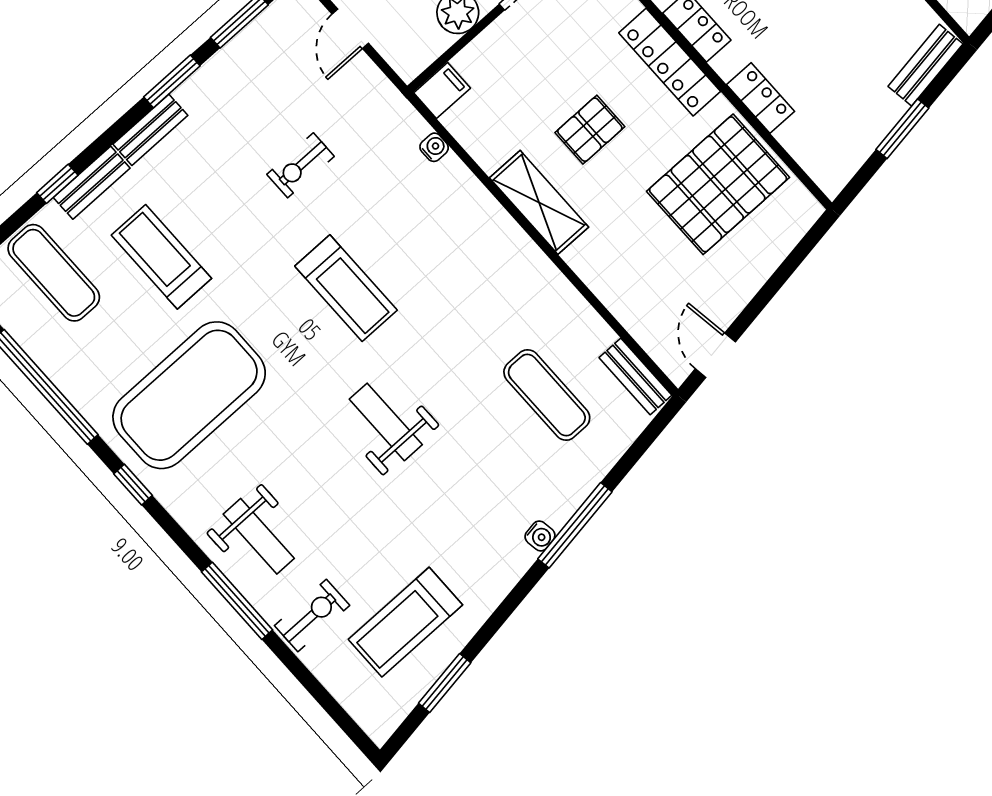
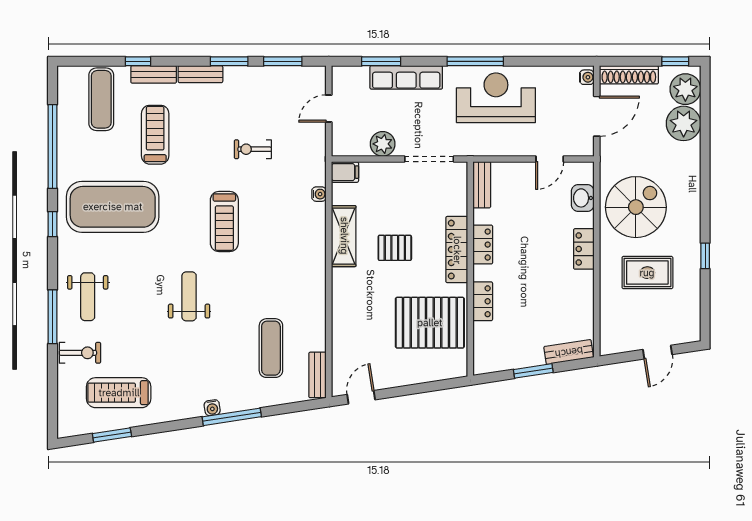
shelving: (539, 202) -> (344, 236), moved

